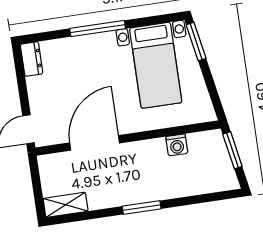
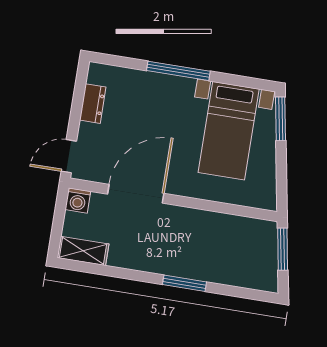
dresser: (32, 59) -> (93, 104), moved
washing machine: (177, 145) -> (78, 200), moved
window: (142, 208) -> (184, 283), moved

